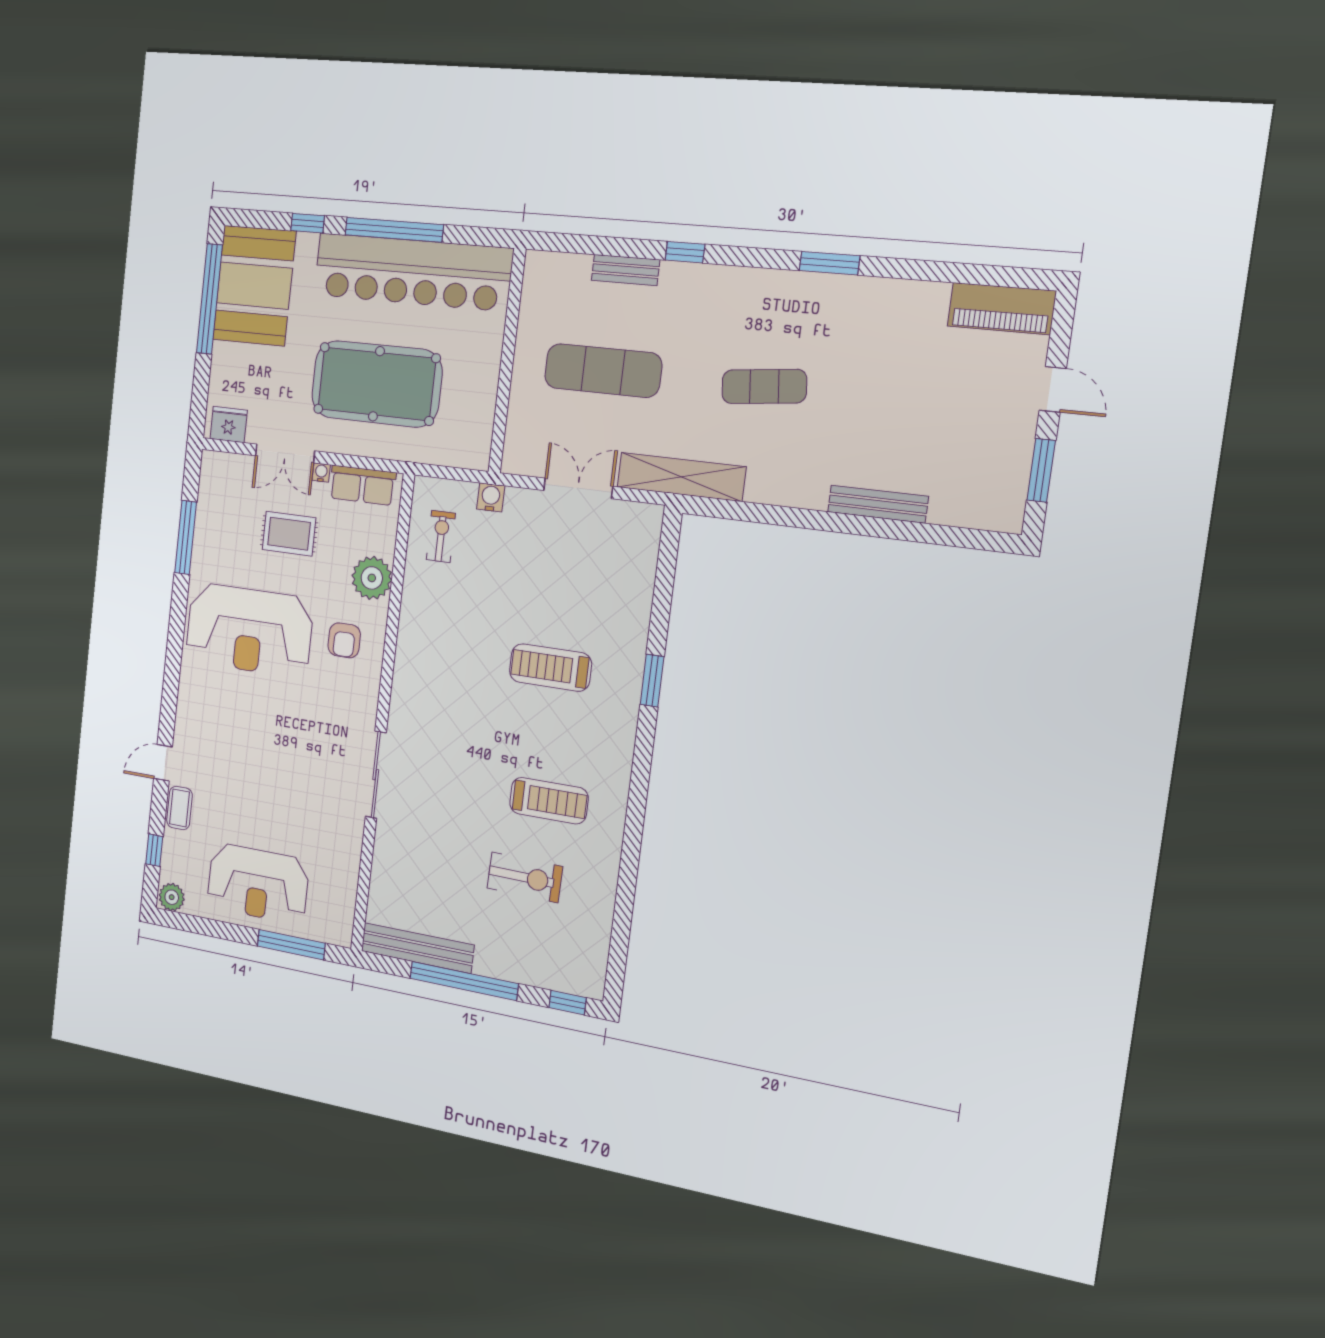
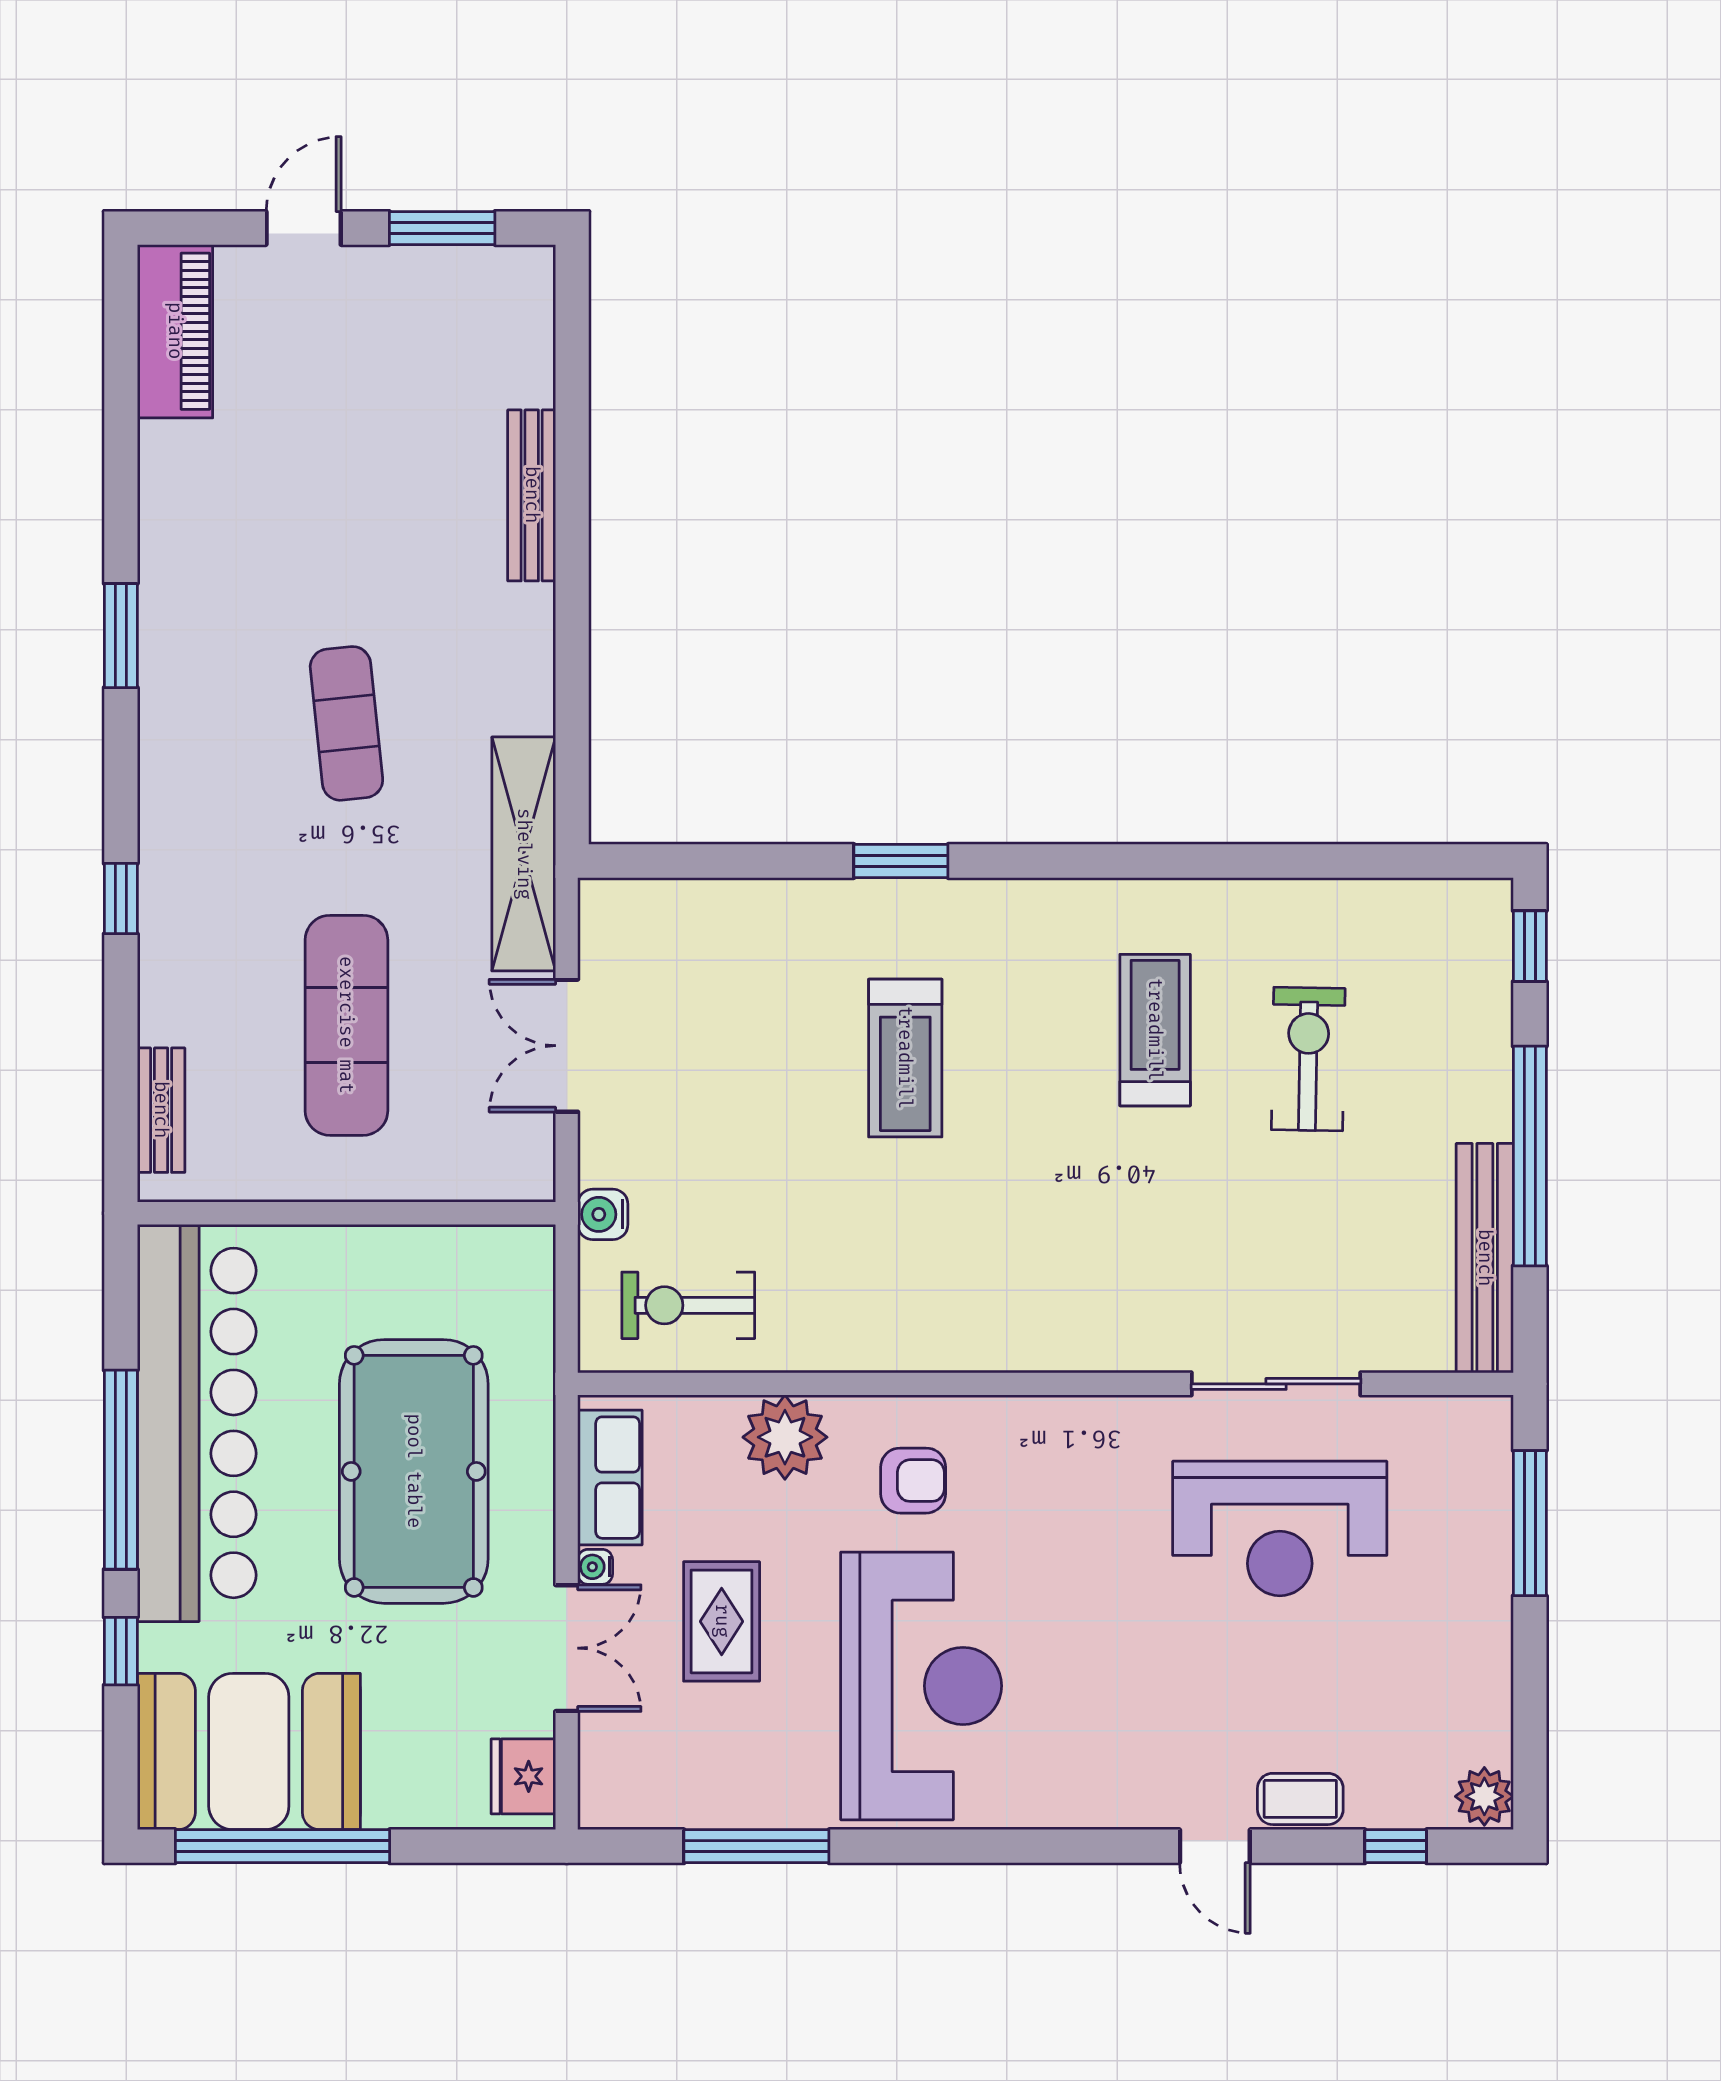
bench: (626, 270) -> (161, 1110), moved
exercise bike: (441, 536) -> (688, 1305), width x1.38, depth x1.39
sliding door: (376, 775) -> (1276, 1384), moved
reception desk: (258, 883) -> (1280, 1528), moved, turned 90

